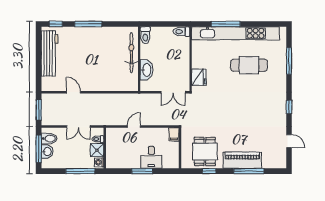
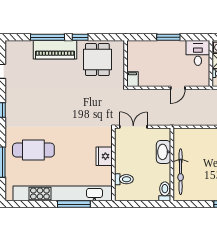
toilet: (181, 32) -> (124, 179), moved
cafe table: (249, 65) -> (33, 150), moved
fridge: (199, 77) -> (104, 156), moved
desk: (151, 157) -> (198, 53), moved
window: (209, 171) -> (80, 37), moved

